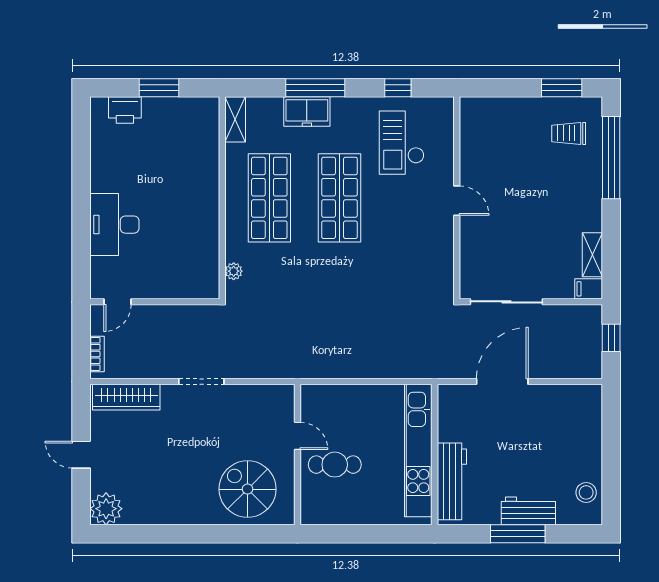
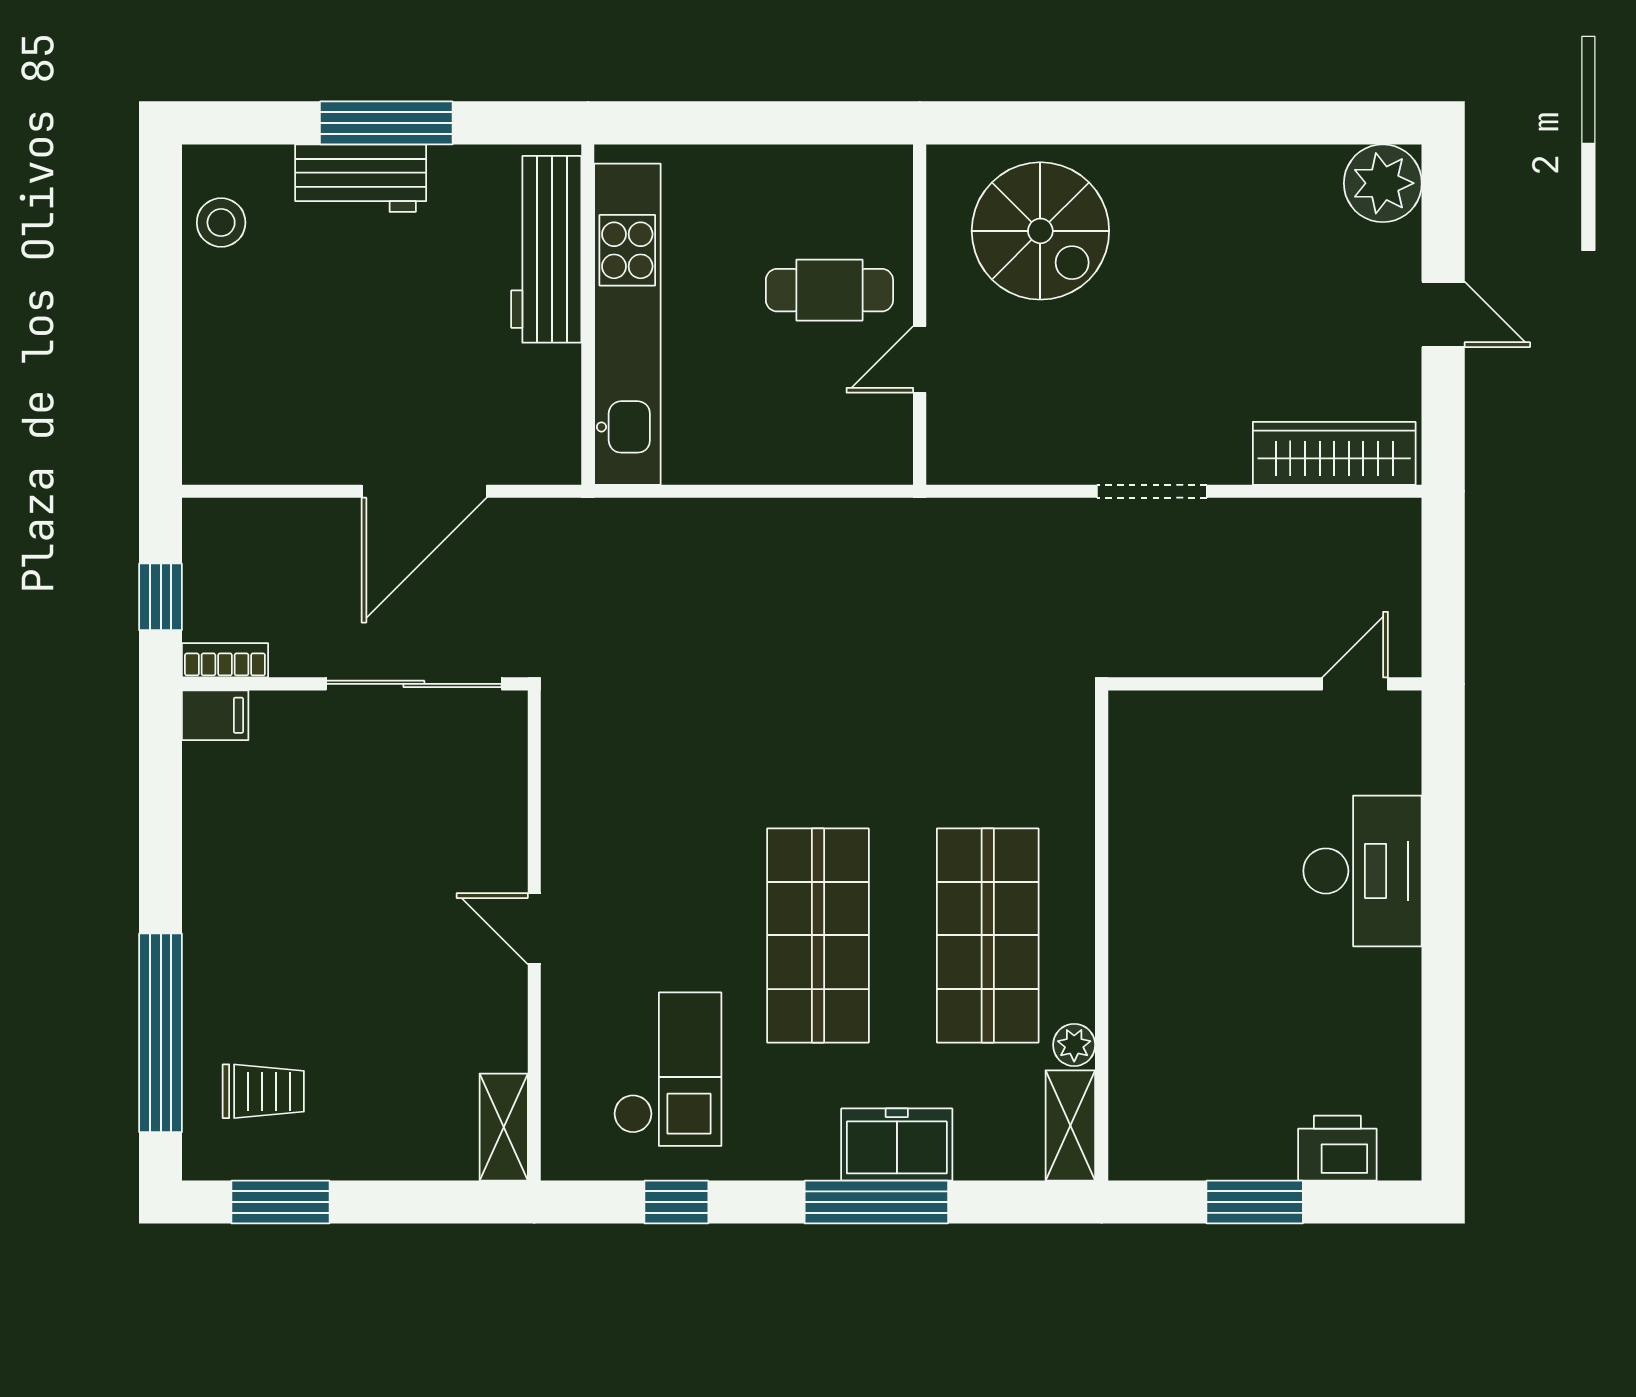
shelving: (592, 255) -> (504, 1127), moved
plant: (234, 271) -> (1074, 1045), moved
bookcase: (97, 354) -> (225, 660), moved, turned 90
door: (297, 436) -> (920, 359), hinge flipped

